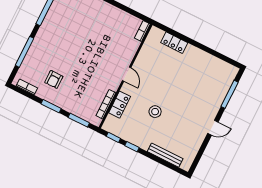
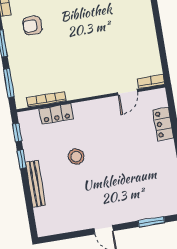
door: (127, 74) -> (127, 92), moved
window: (230, 94) -> (151, 222), width x0.69
bench: (165, 155) -> (35, 184), moved

